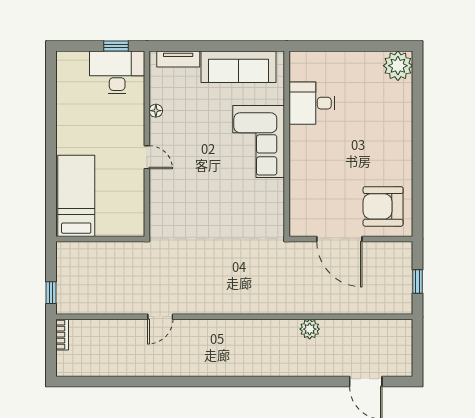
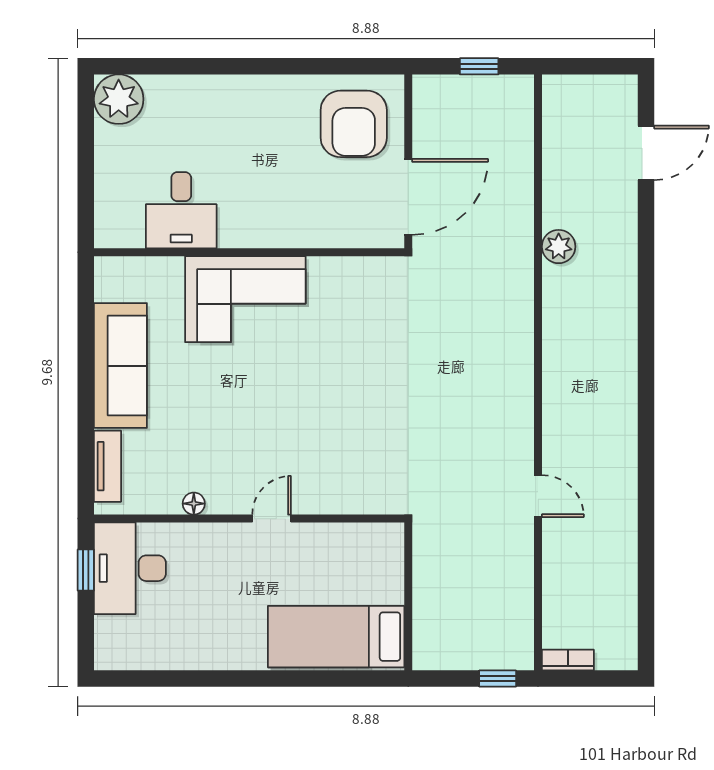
desk: (312, 103) -> (181, 210), moved
corner sofa: (259, 142) -> (245, 299), moved
wall: (287, 144) -> (249, 252), moved

